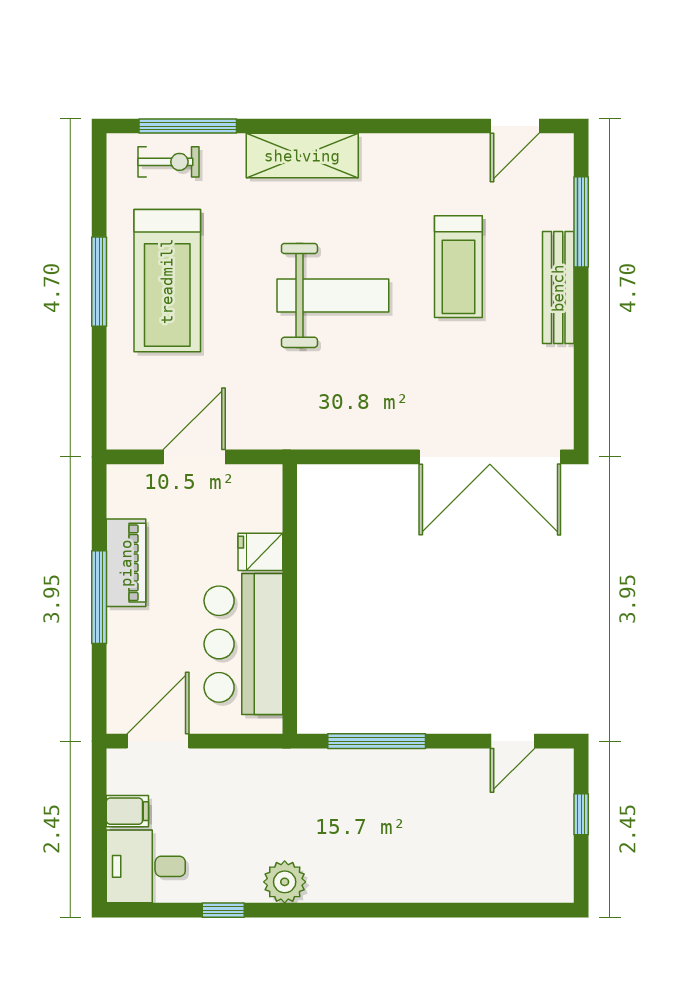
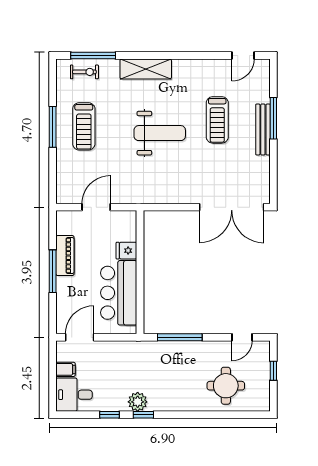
window: (581, 222) -> (273, 118), moved
treadmill: (167, 281) -> (84, 126), width x0.73, depth x0.73
round table: (477, 847) -> (226, 386), added
window: (297, 910) -> (143, 415), added

